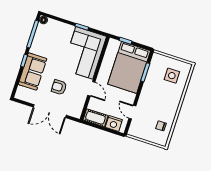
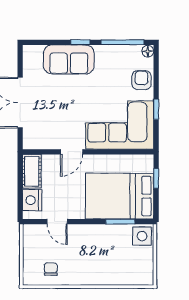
side table: (172, 76) -> (142, 236), moved
armchair: (59, 87) -> (141, 80), moved
door: (132, 112) -> (57, 222), swing flipped

